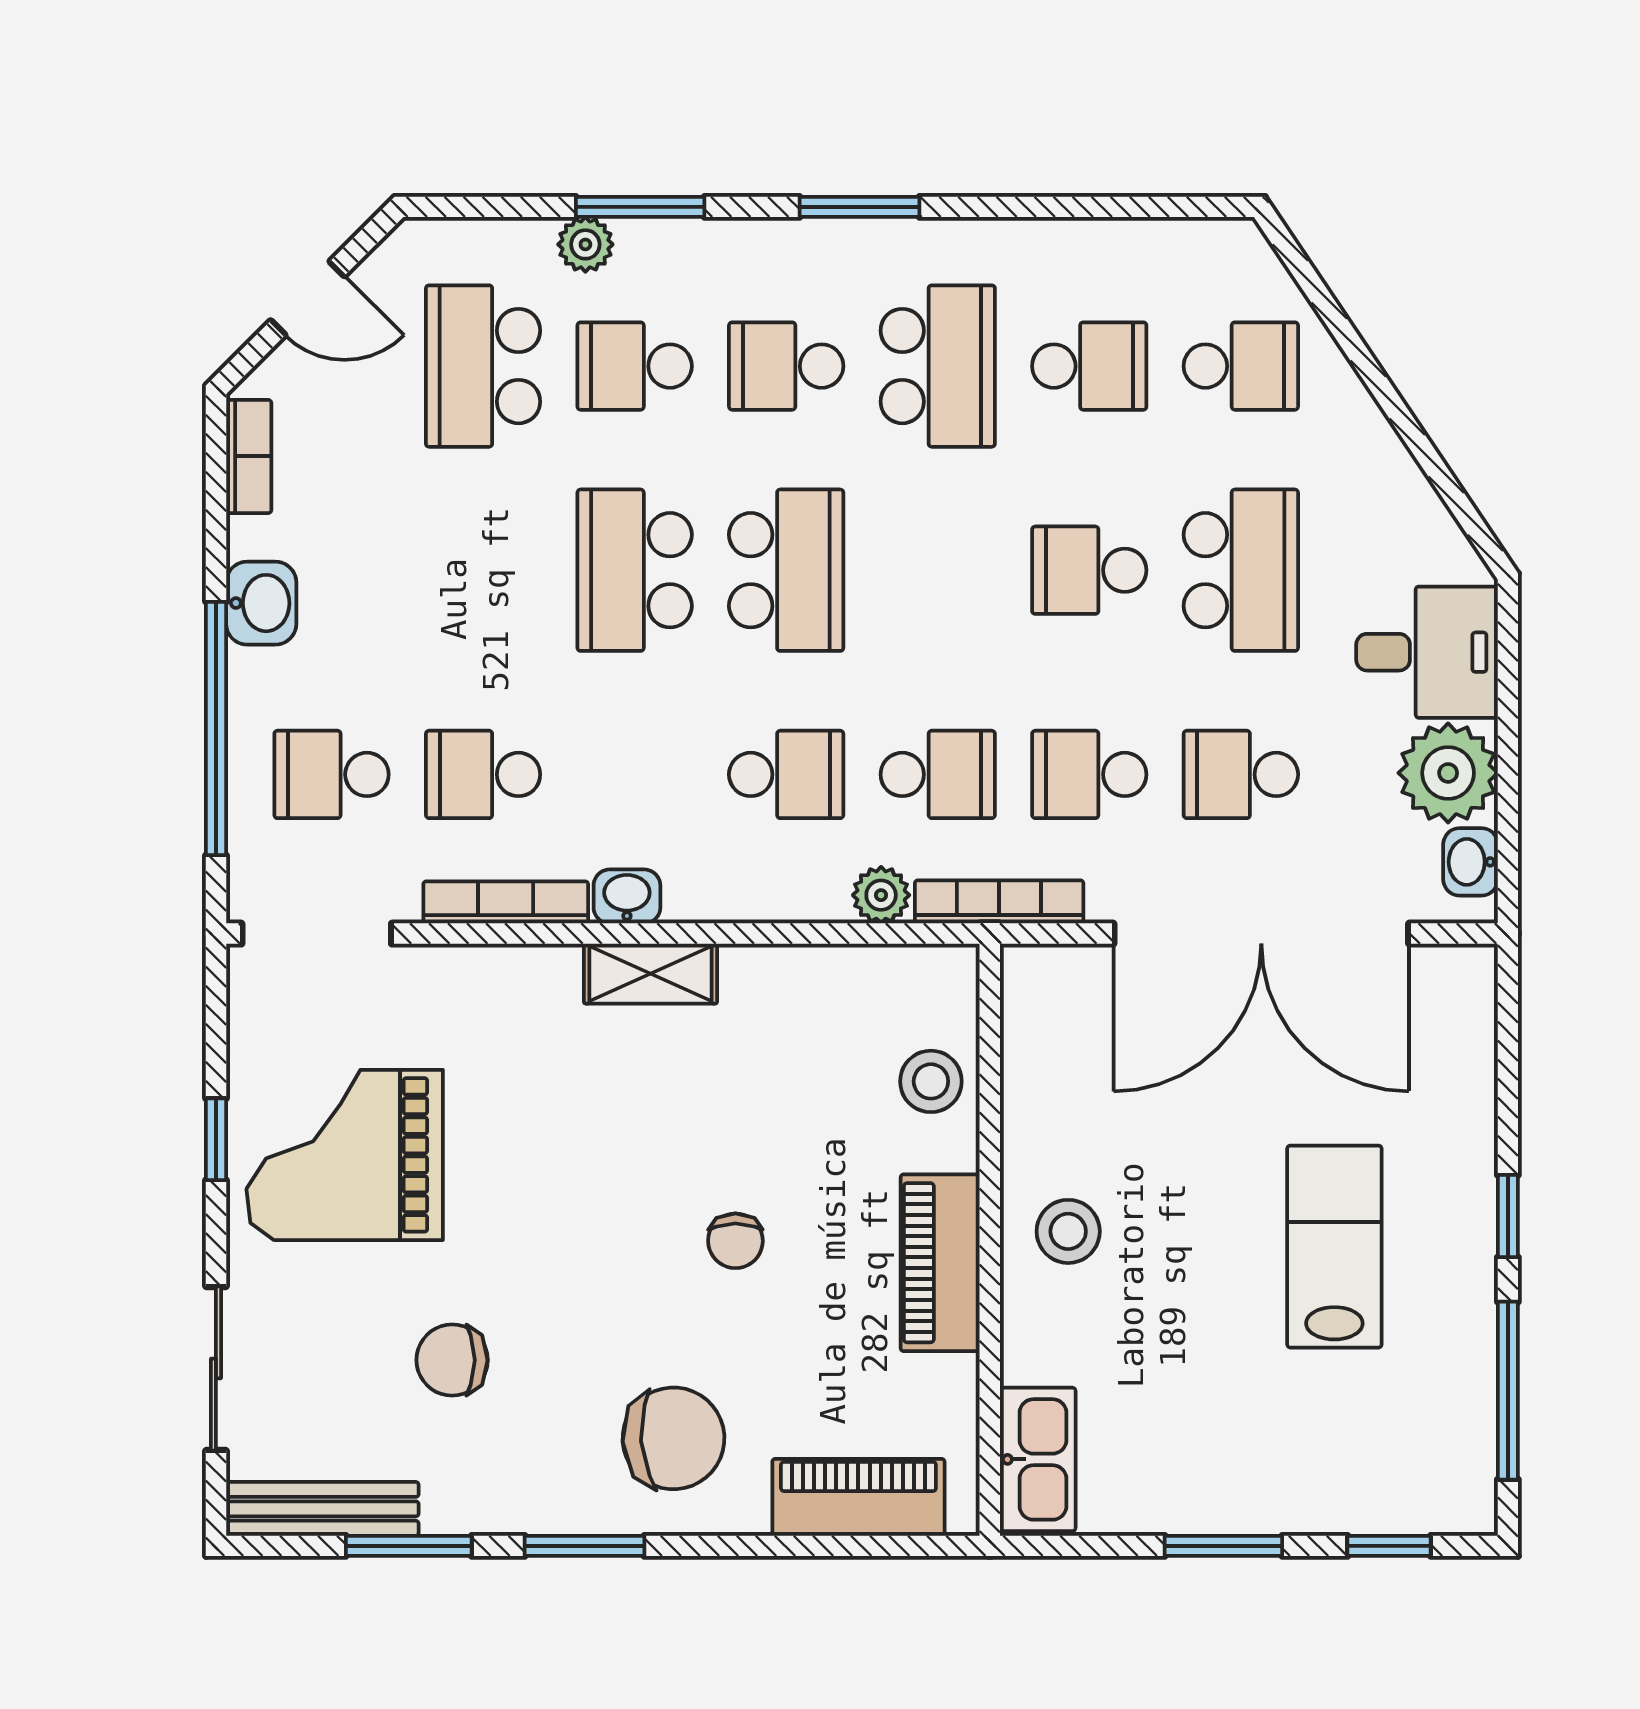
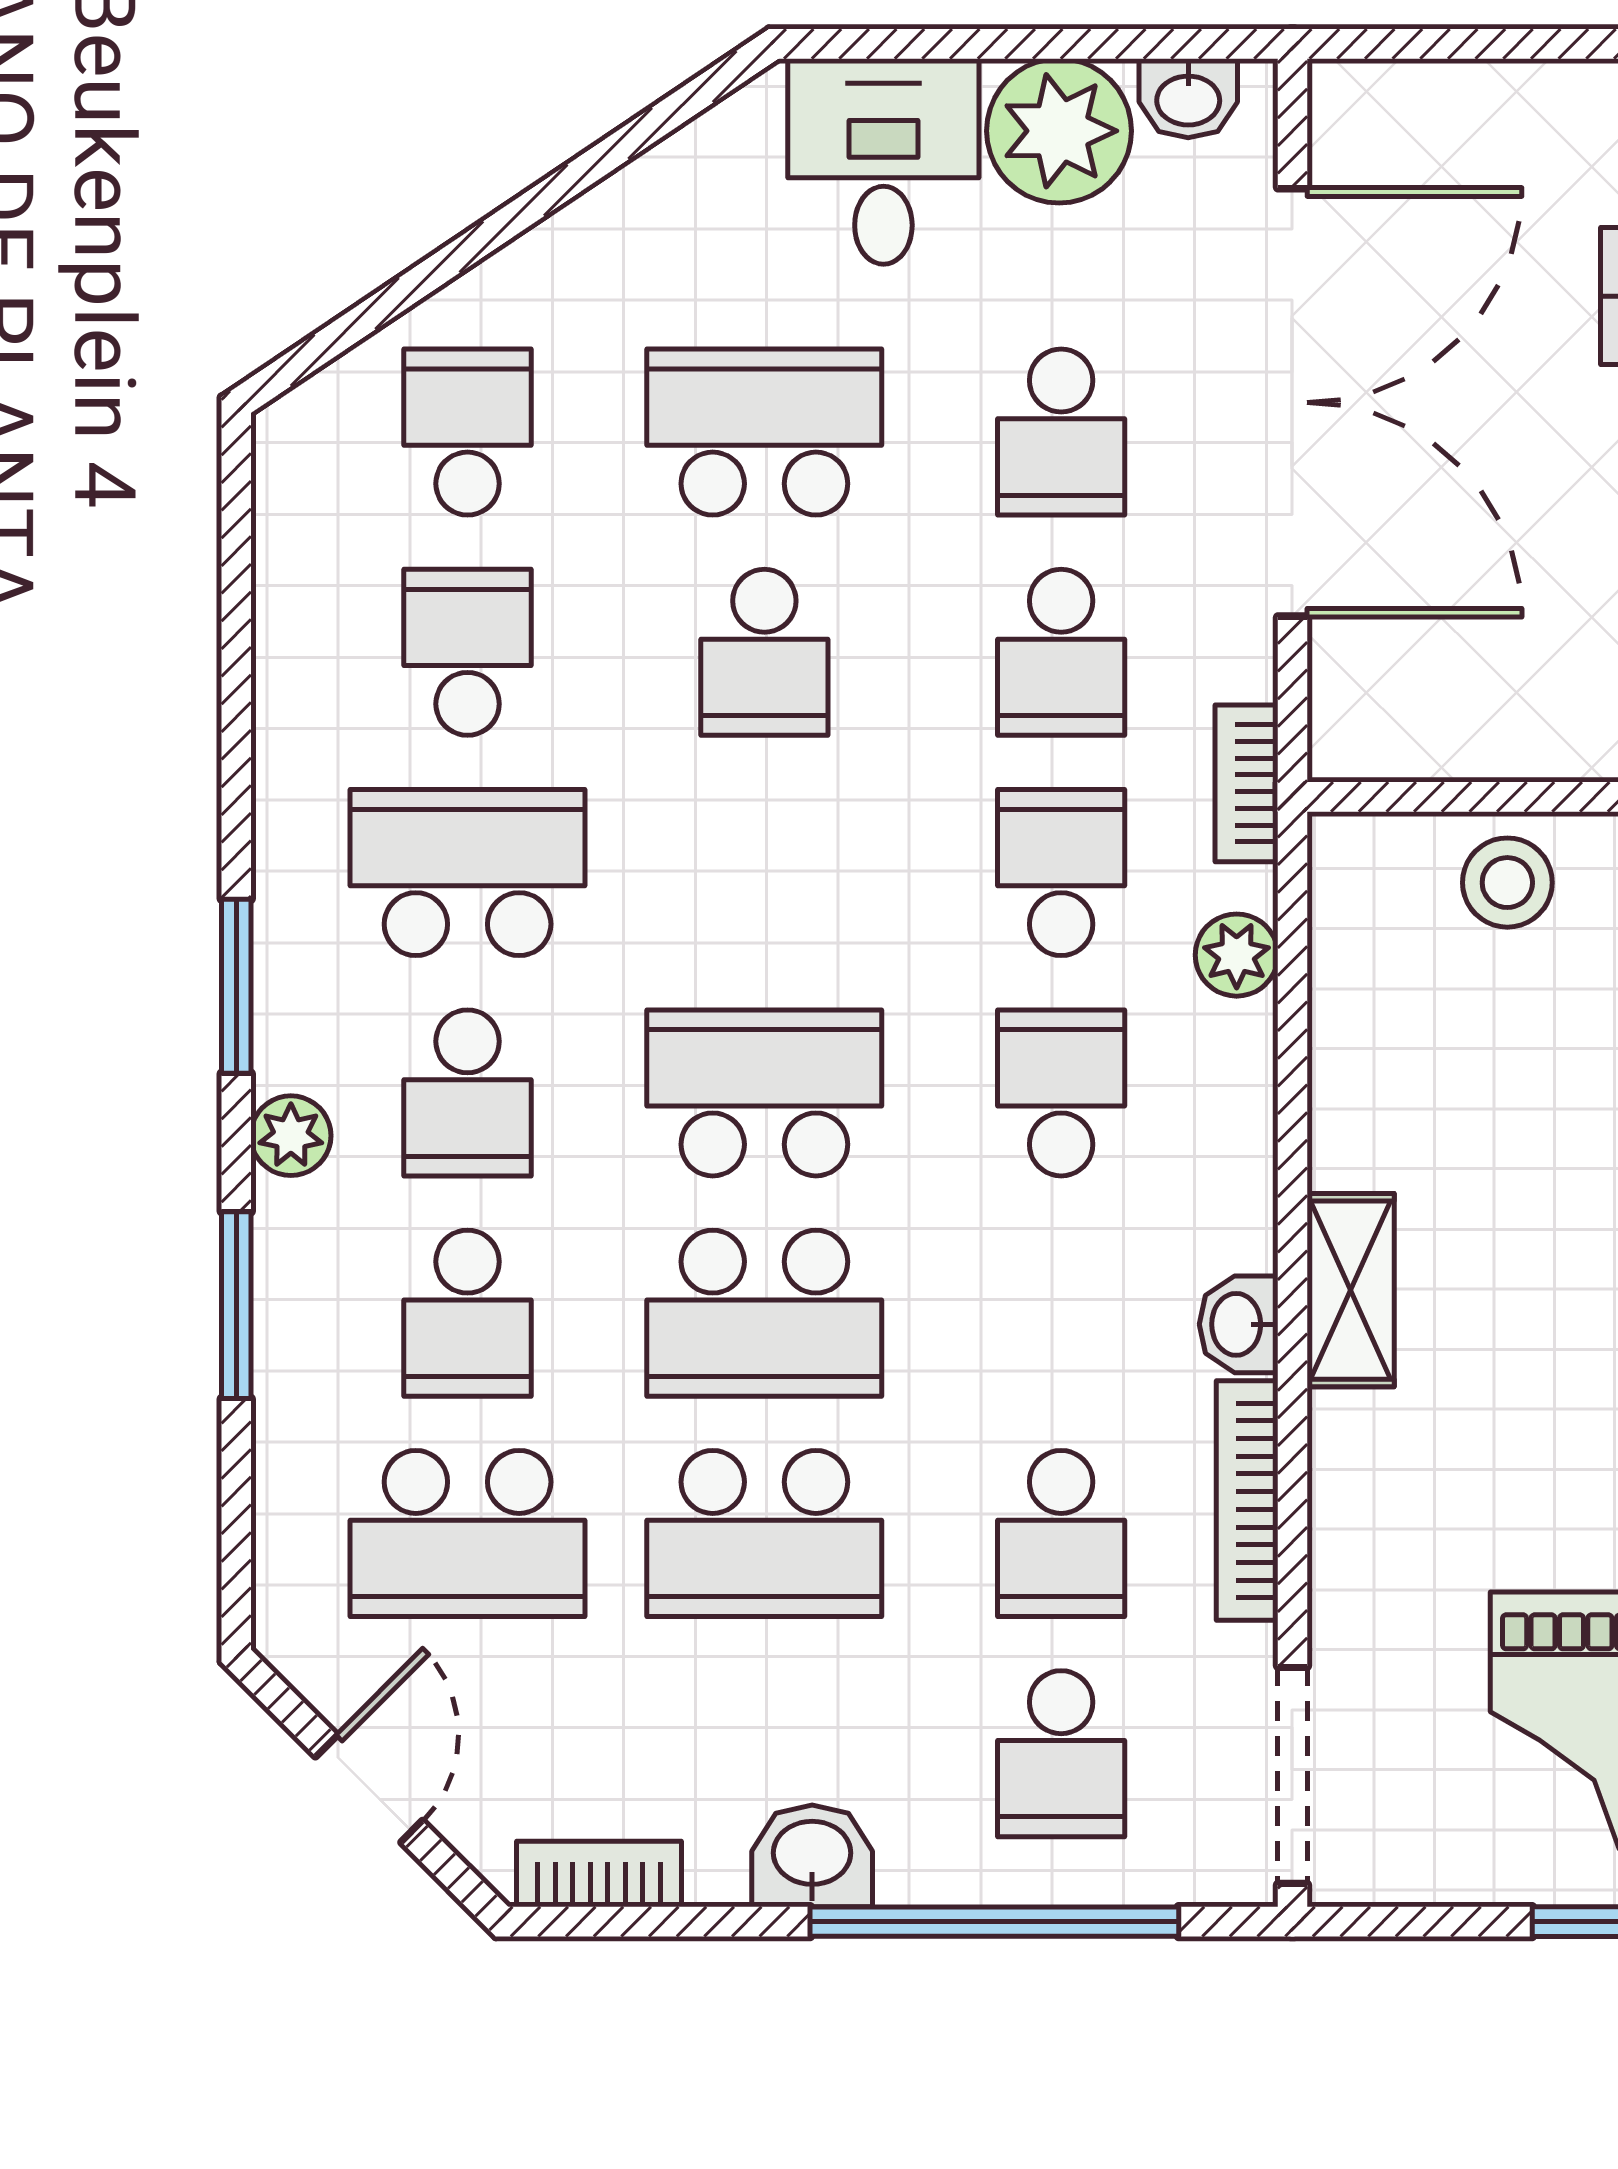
plant: (585, 244) -> (291, 1136), moved
school desk: (483, 570) -> (764, 1533), added
bookcase: (999, 902) -> (1246, 783), width x0.64

